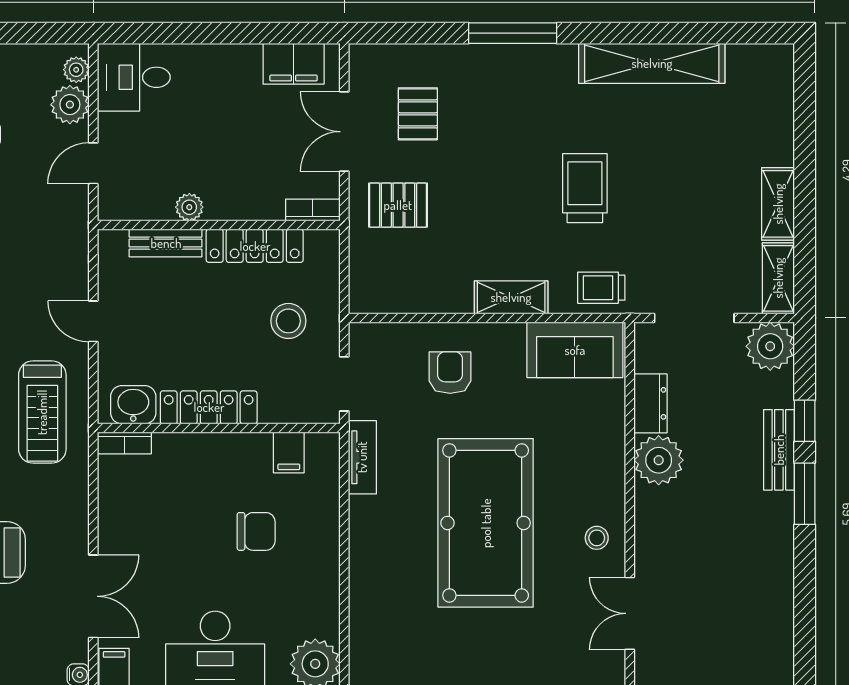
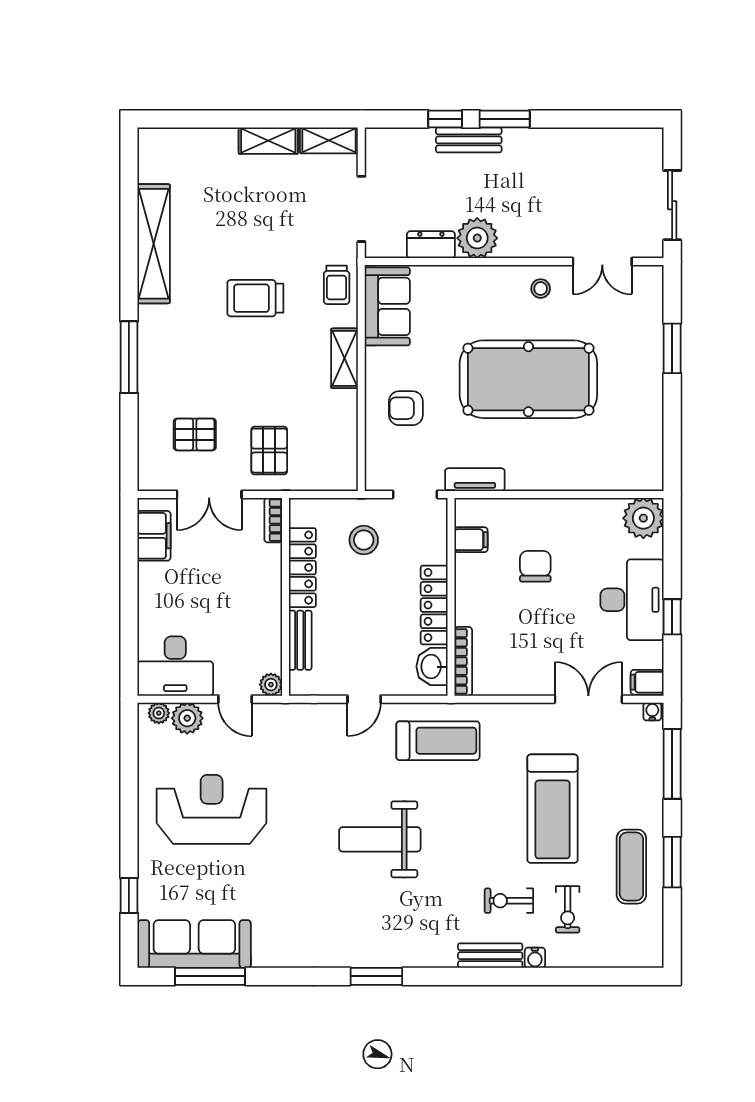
desk: (134, 77) -> (175, 666), width x1.37
plant: (189, 207) -> (271, 685), moved
plant: (770, 346) -> (384, 147), removed
bookcase: (124, 443) -> (463, 661), width x1.56

